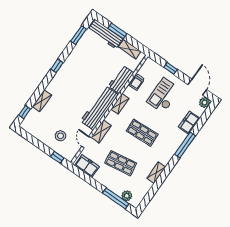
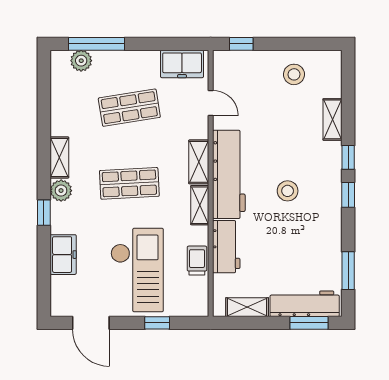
window: (117, 31) -> (309, 323), moved
stool: (80, 85) -> (288, 191), added
checkout: (164, 95) -> (137, 270), width x1.36, depth x1.21
plant: (205, 103) -> (61, 191), moved
window: (25, 112) -> (348, 157), moved
shelving: (101, 131) -> (199, 162), moved
stool: (60, 136) -> (294, 74), moved
window: (185, 145) -> (44, 213), width x0.46
shelving: (156, 173) -> (59, 157), moved

